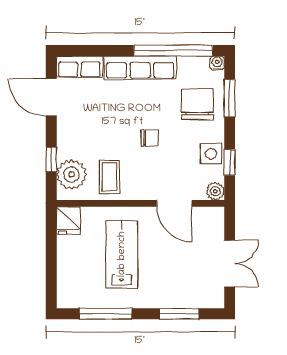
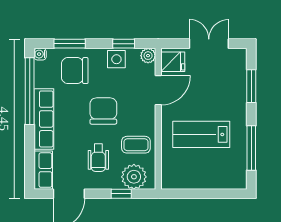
wheelchair: (94, 132) -> (98, 158), added
chair: (150, 138) -> (103, 111), width x1.87, depth x1.87
fridge: (68, 221) -> (173, 62), moved

